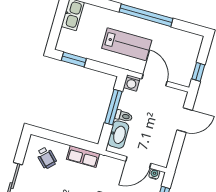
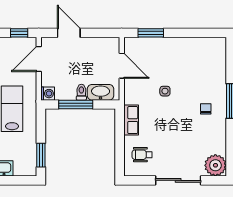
door: (154, 80) -> (39, 59), moved
wheelchair: (46, 158) -> (142, 155), turned -135
water cooler: (154, 174) -> (129, 47), removed

